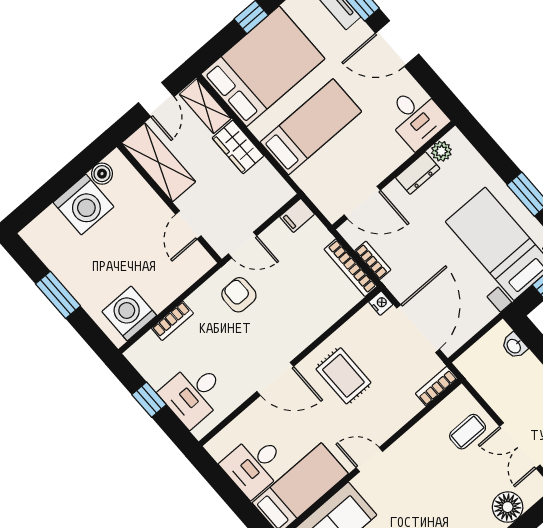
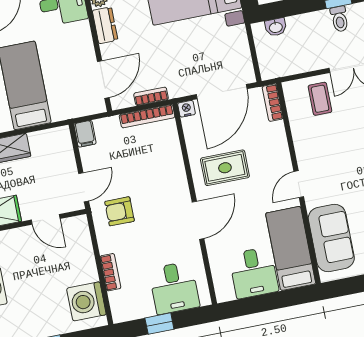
door: (418, 329) -> (222, 92), swing flipped

